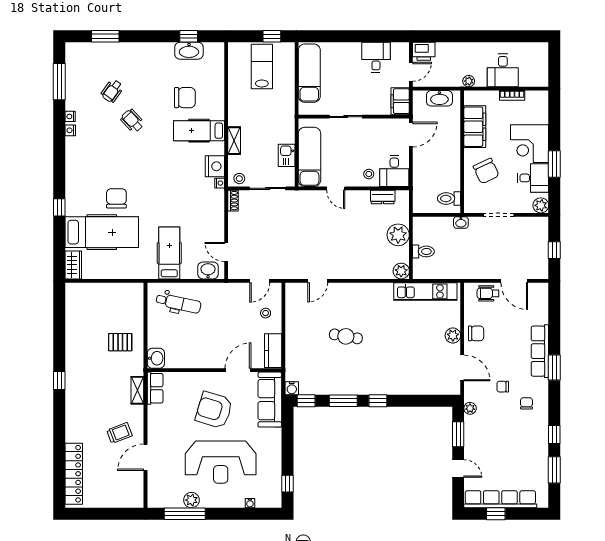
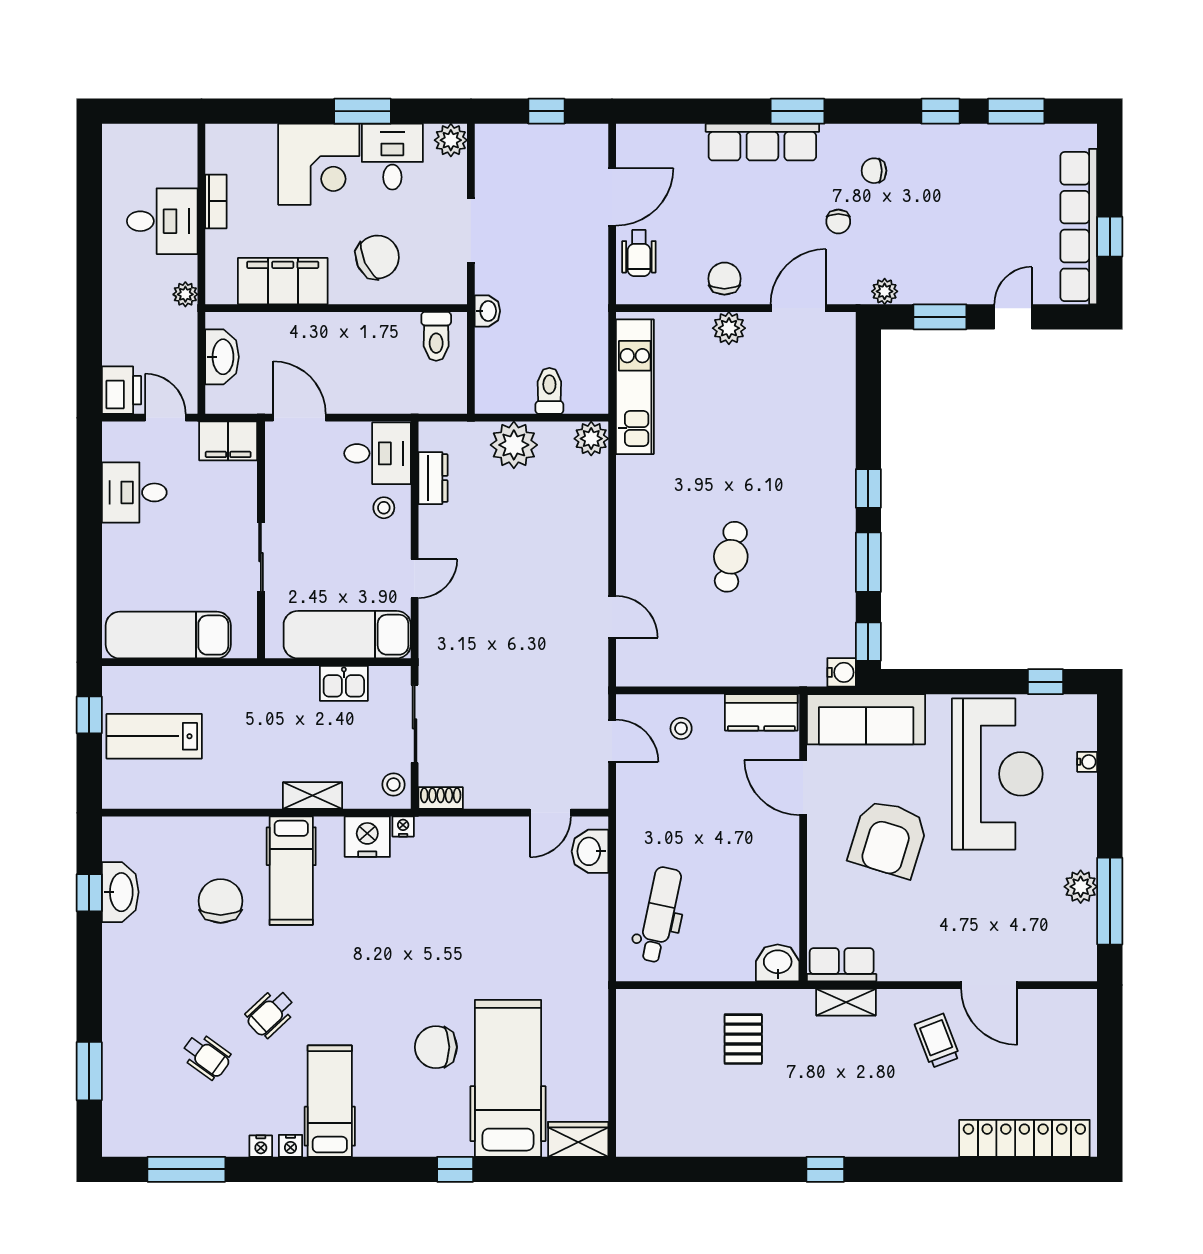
hospital bed: (169, 253) -> (330, 1101), moved, turned 90
reception desk: (221, 462) -> (997, 774), moved

